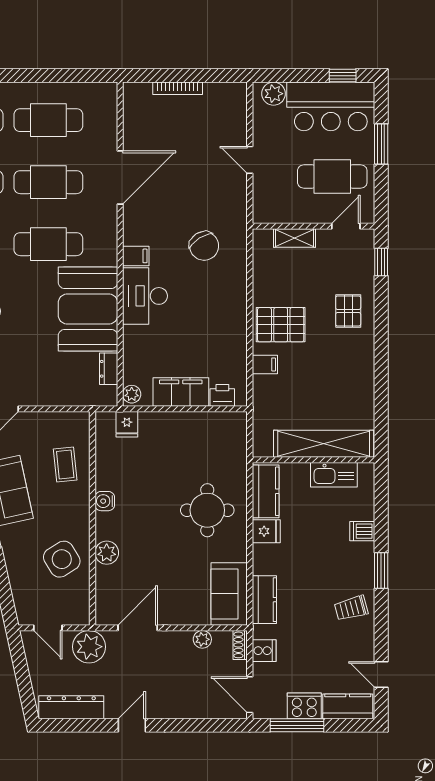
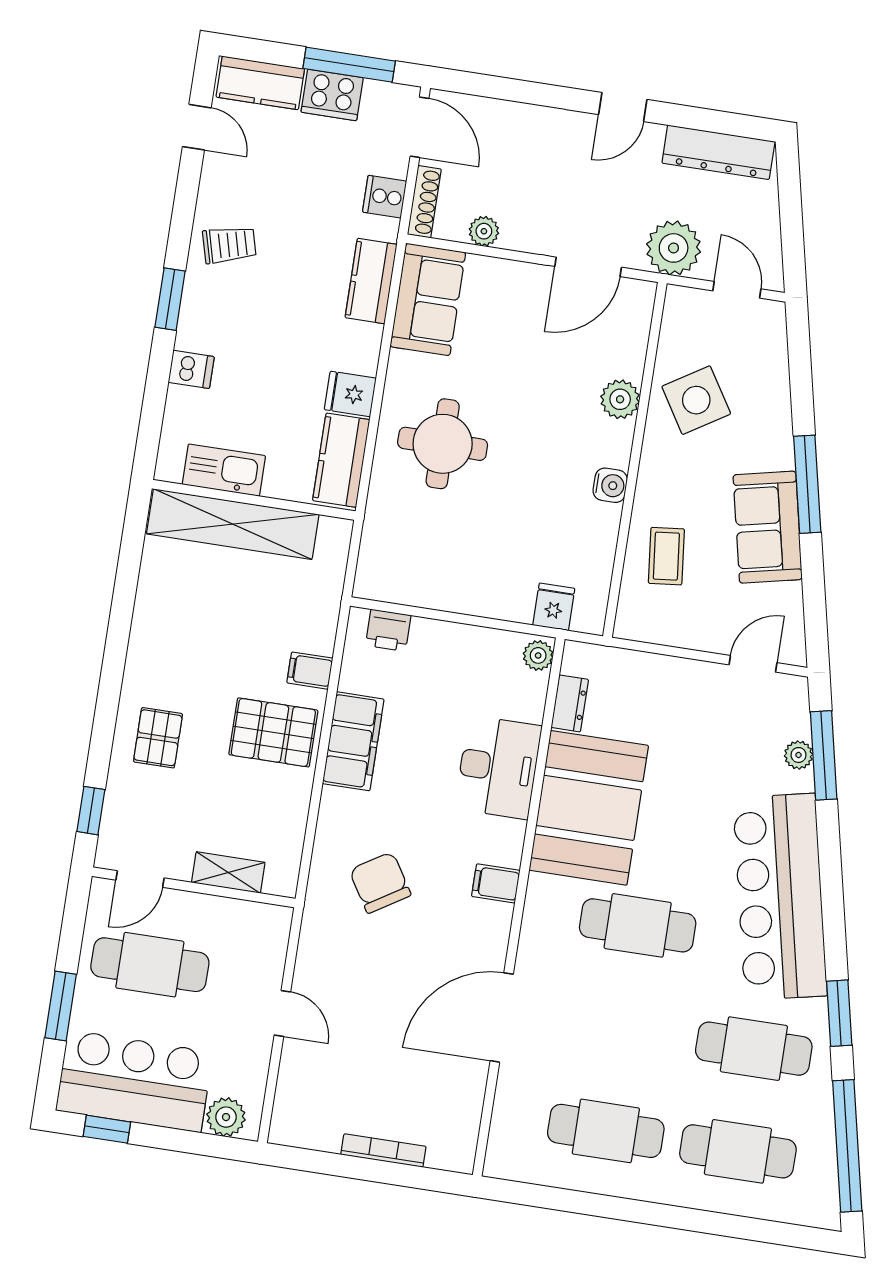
cafe table: (48, 182) -> (622, 1028), removed
desk: (145, 296) -> (498, 767), moved
filing cabinet: (181, 392) -> (353, 741), moved, turned -90
shoe rack: (240, 645) -> (424, 202), width x1.43

